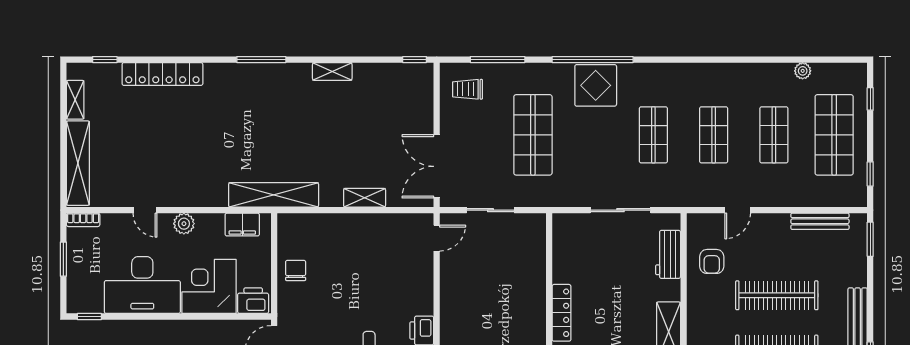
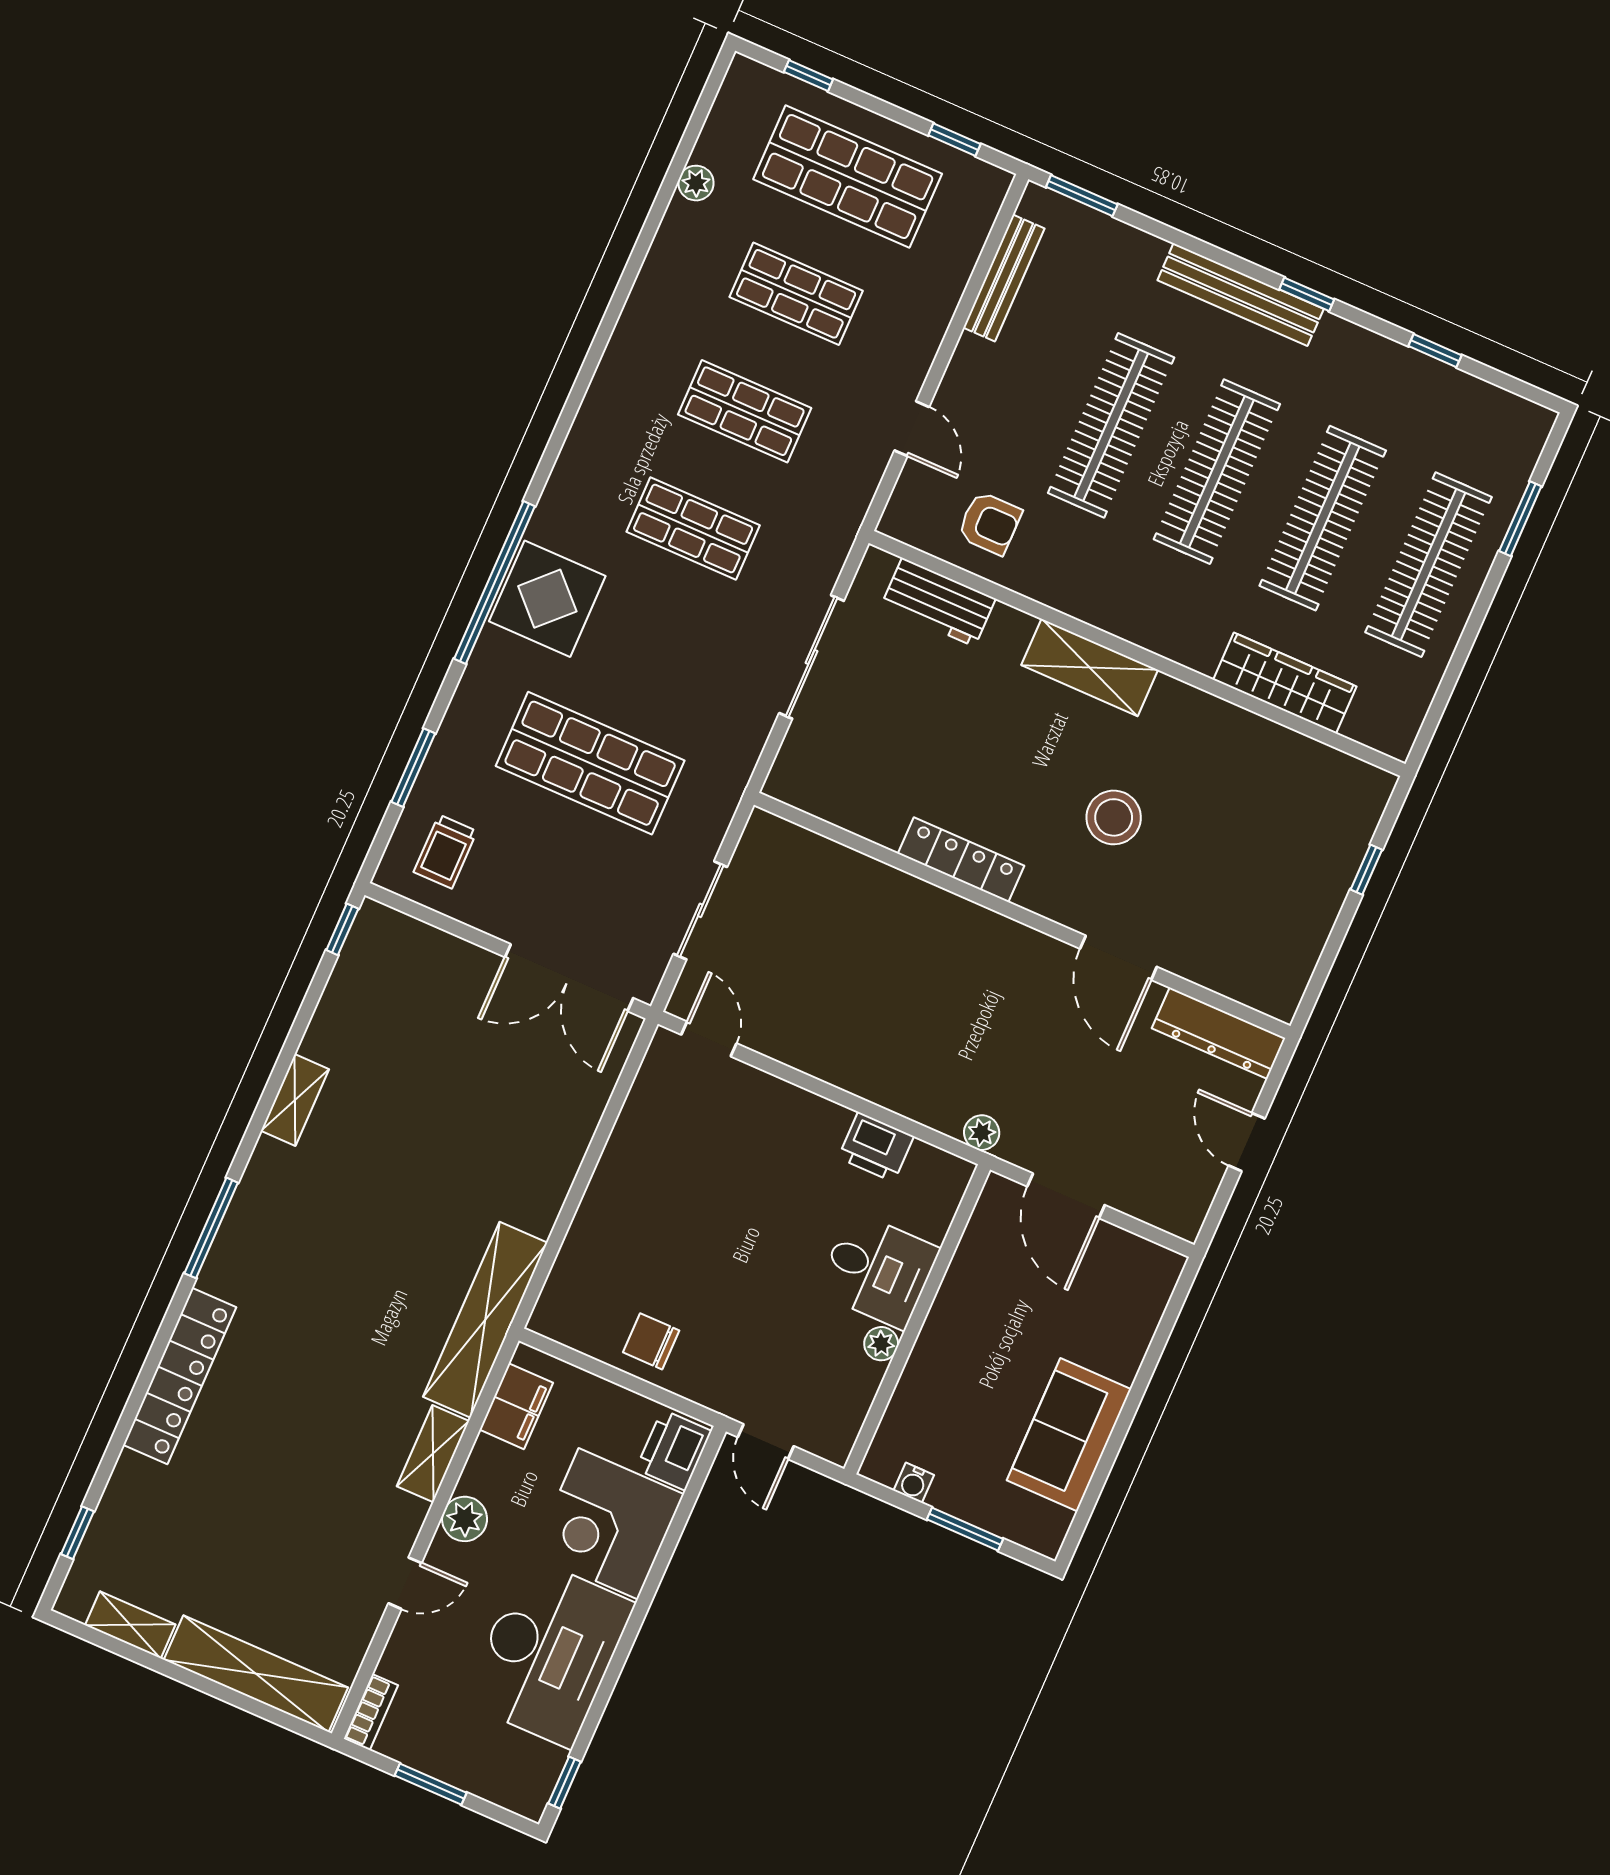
window: (498, 60) -> (413, 768), width x0.69
locker: (162, 74) -> (180, 1376), moved
shelving: (365, 198) -> (433, 1454), moved

